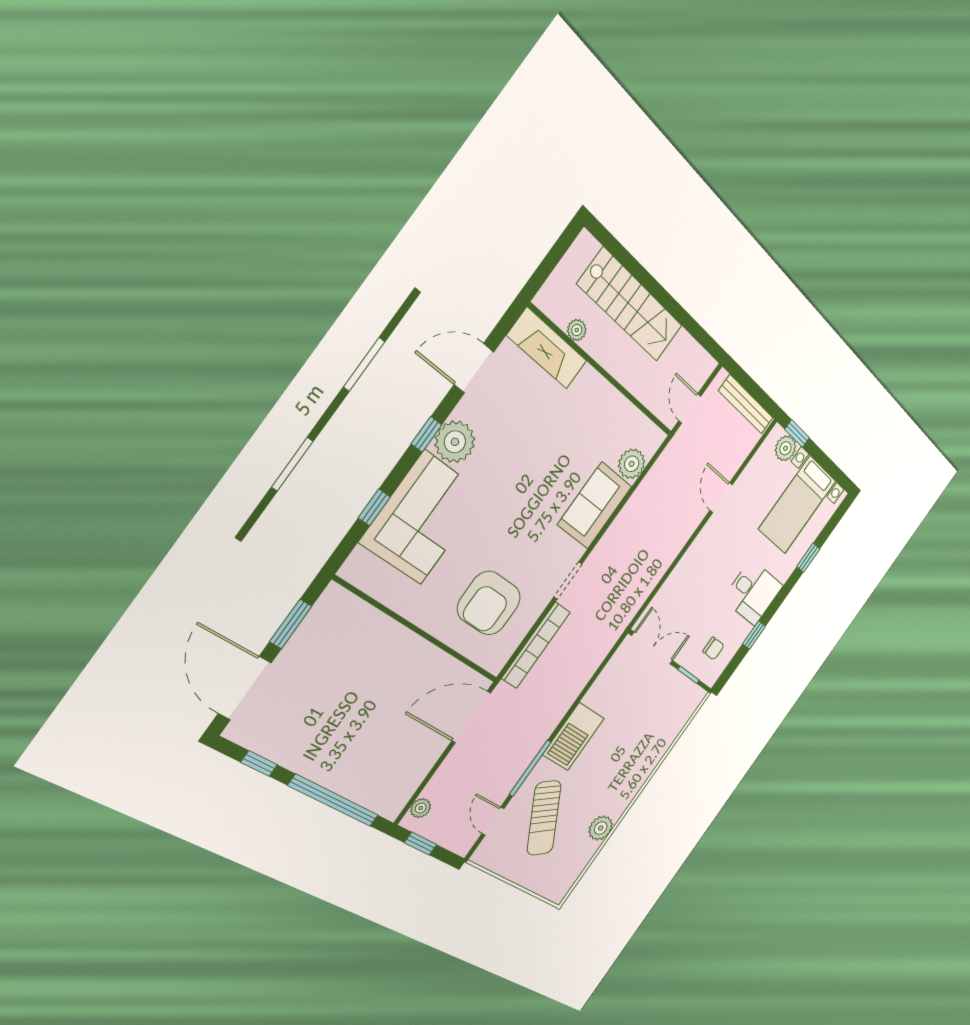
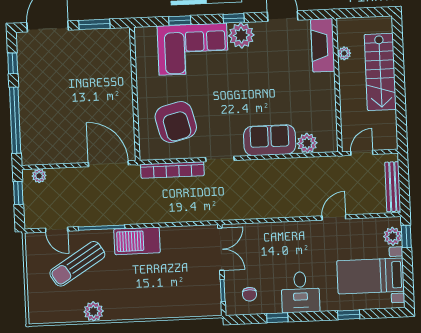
armchair: (489, 603) -> (176, 122), turned -104
door: (493, 821) -> (57, 230), swing flipped

